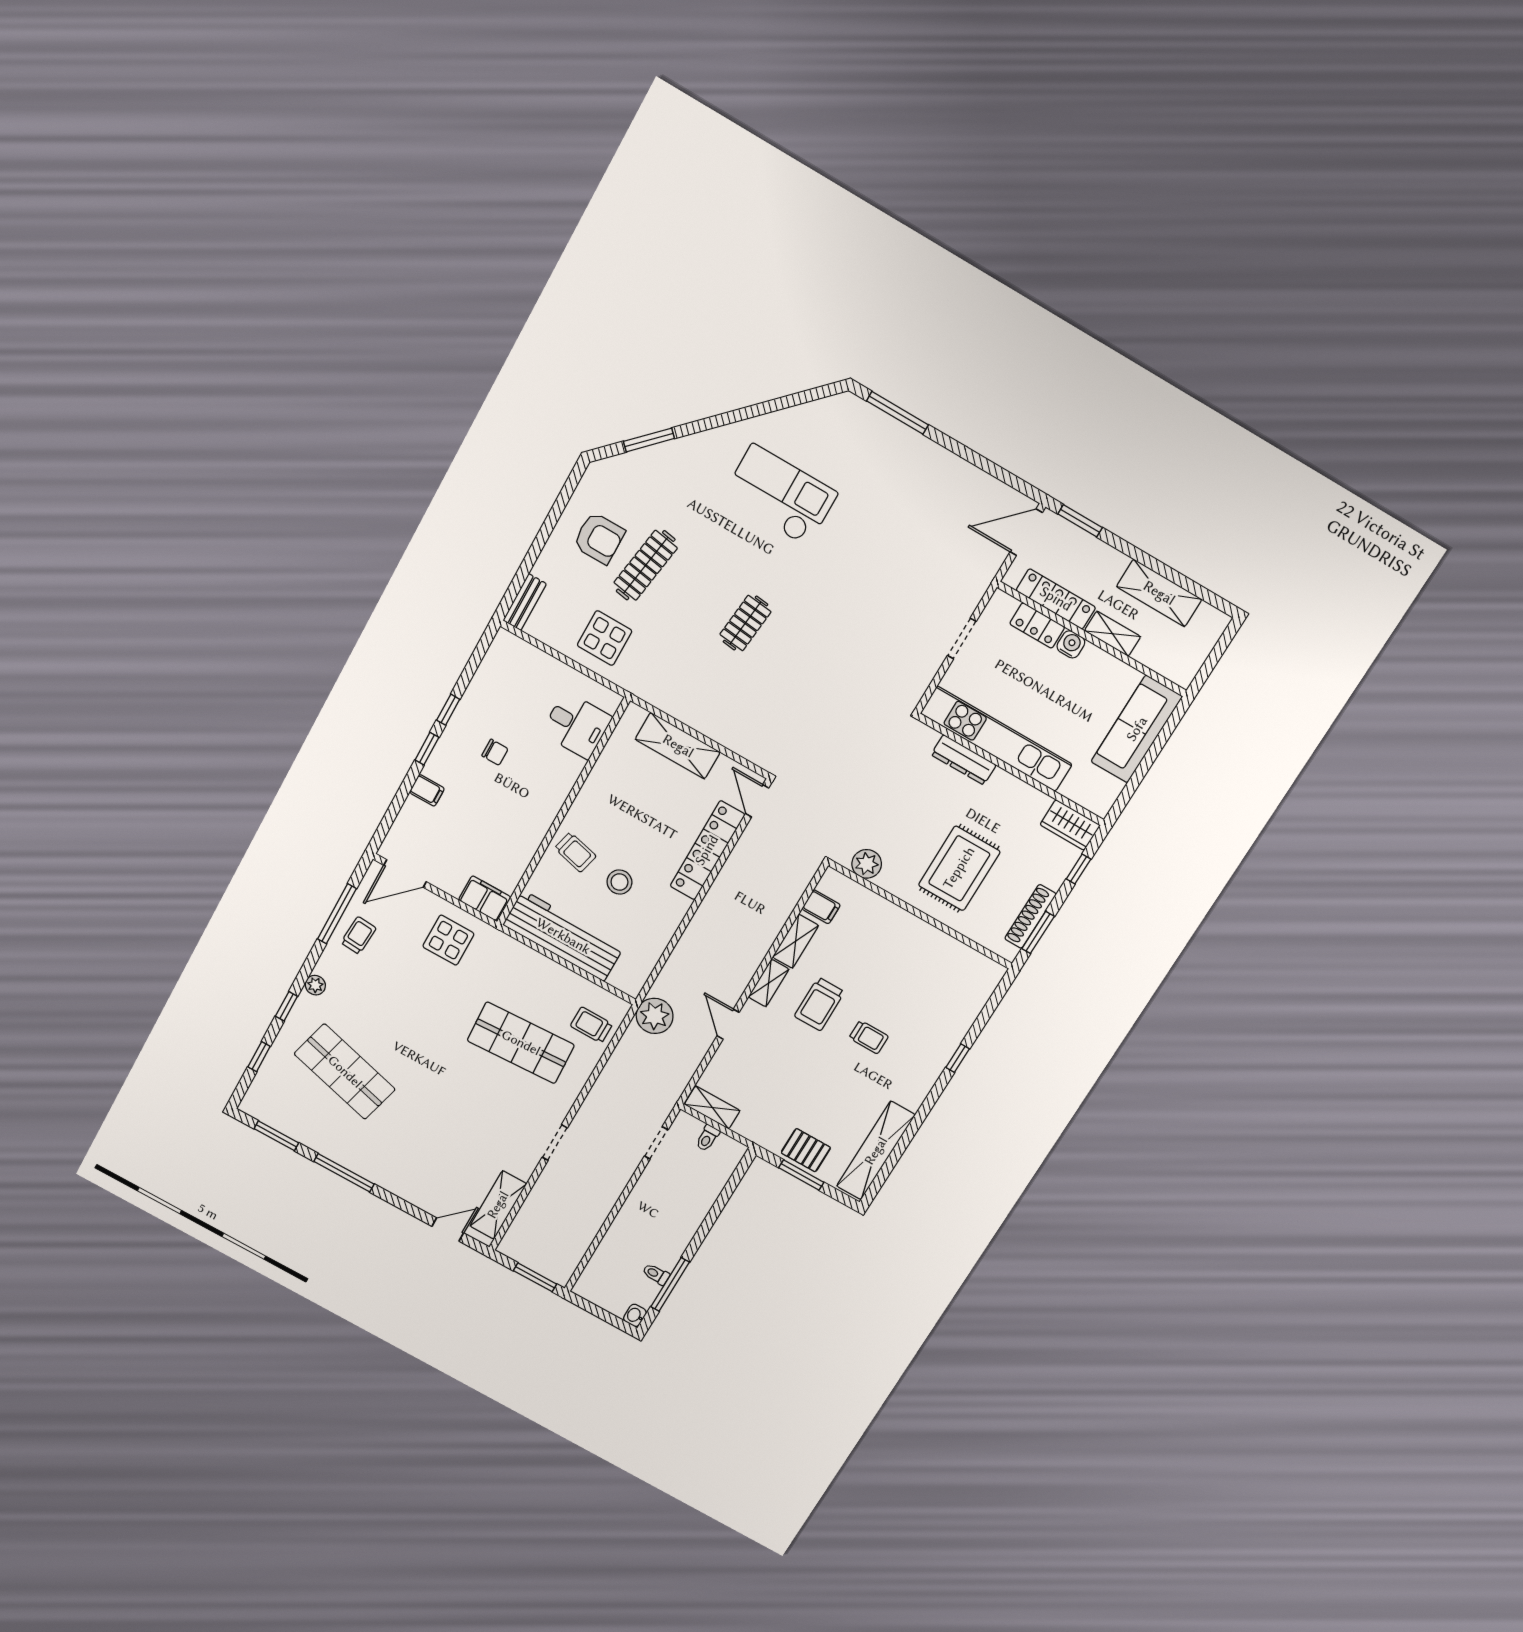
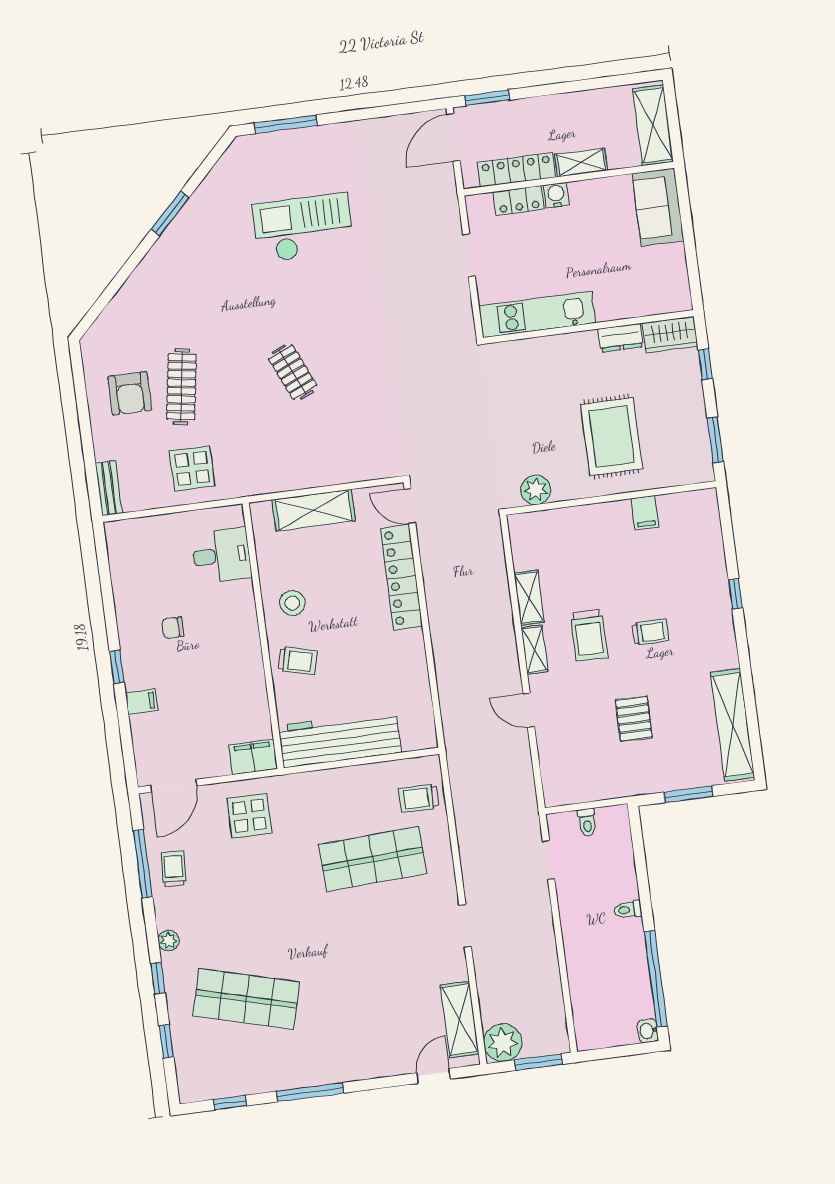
window: (649, 440) -> (170, 213), moved
checkout: (780, 495) -> (303, 228), moved
armchair: (599, 538) -> (130, 393), turned 90
shelving: (1159, 593) -> (653, 125), moved, turned 90
clothes rail: (745, 623) -> (293, 372), turned -30
window: (448, 710) -> (111, 621), removed
sofa: (1137, 729) -> (658, 207), width x0.73
kitchen unit: (996, 739) -> (537, 314), width x0.73
chair: (495, 752) -> (173, 628), turned 180
dresser: (964, 760) -> (621, 338), moved, width x0.70
stool: (619, 882) -> (292, 603), moved
filing cabinet: (821, 907) -> (645, 513), moved, turned 90
shoe rack: (1030, 916) -> (699, 432), removed
plant: (655, 1016) -> (503, 1043), moved
shelving: (712, 1107) -> (571, 792), removed
window: (276, 1136) -> (230, 1103), width x0.67
pallet: (806, 1150) -> (634, 719), moved, turned 90
toilet: (656, 1274) -> (628, 910), moved
window: (670, 1284) -> (656, 979), width x1.46

